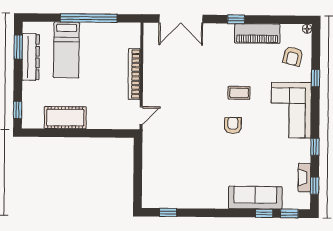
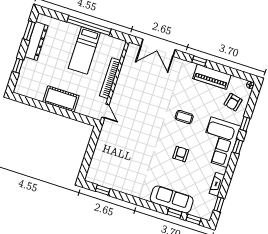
bed: (66, 50) -> (84, 51), moved
window: (18, 110) -> (18, 66), moved
door: (141, 116) -> (105, 111), hinge flipped
cot: (65, 118) -> (61, 99), moved
armchair: (233, 126) -> (181, 154), moved
window: (315, 147) -> (238, 147), moved
fireplace: (304, 178) -> (217, 184), moved

